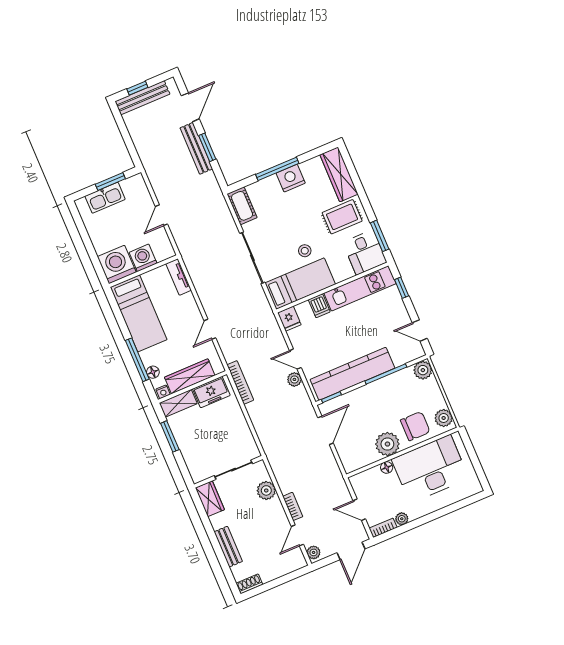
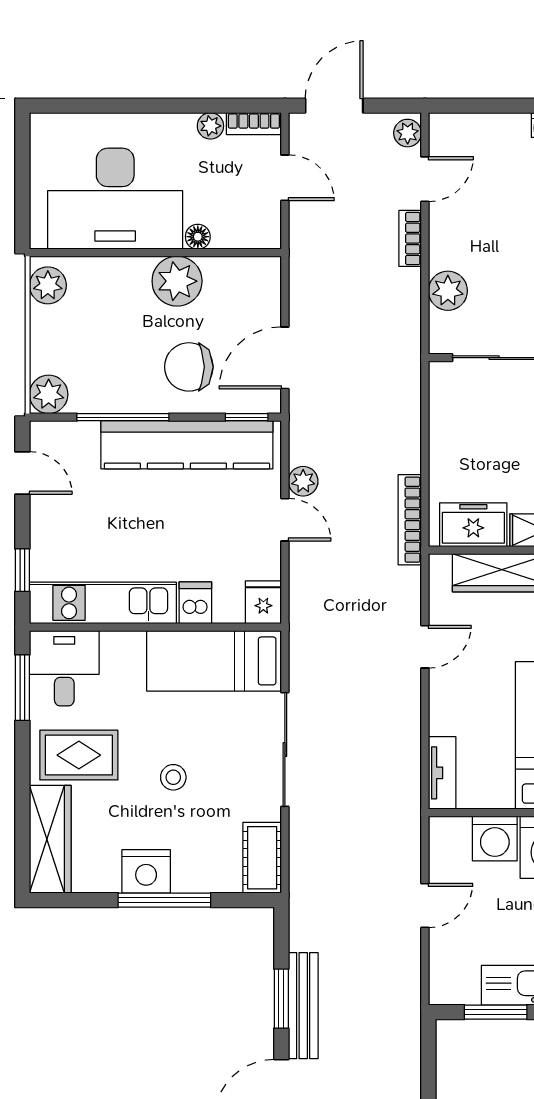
stool: (305, 251) -> (173, 777), moved
chair: (415, 426) -> (189, 367), moved

